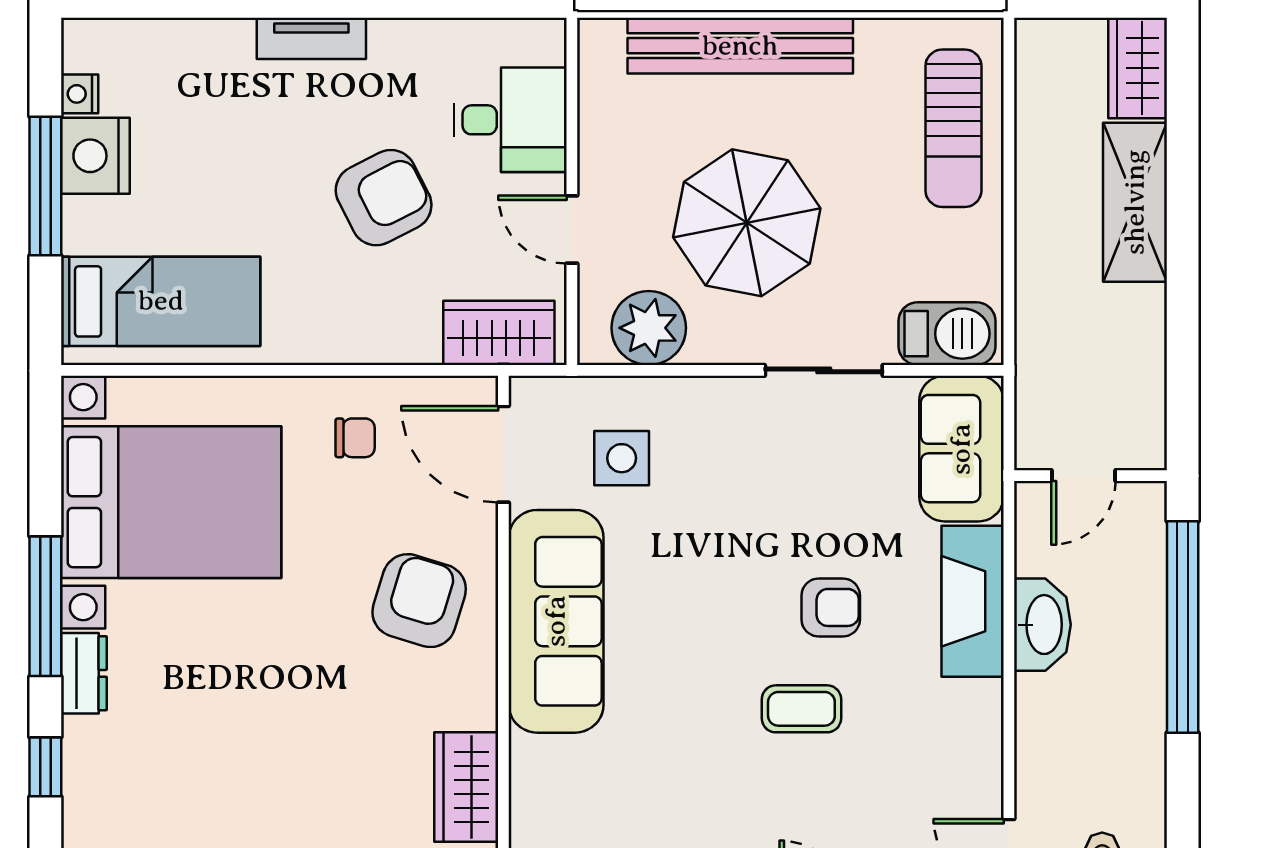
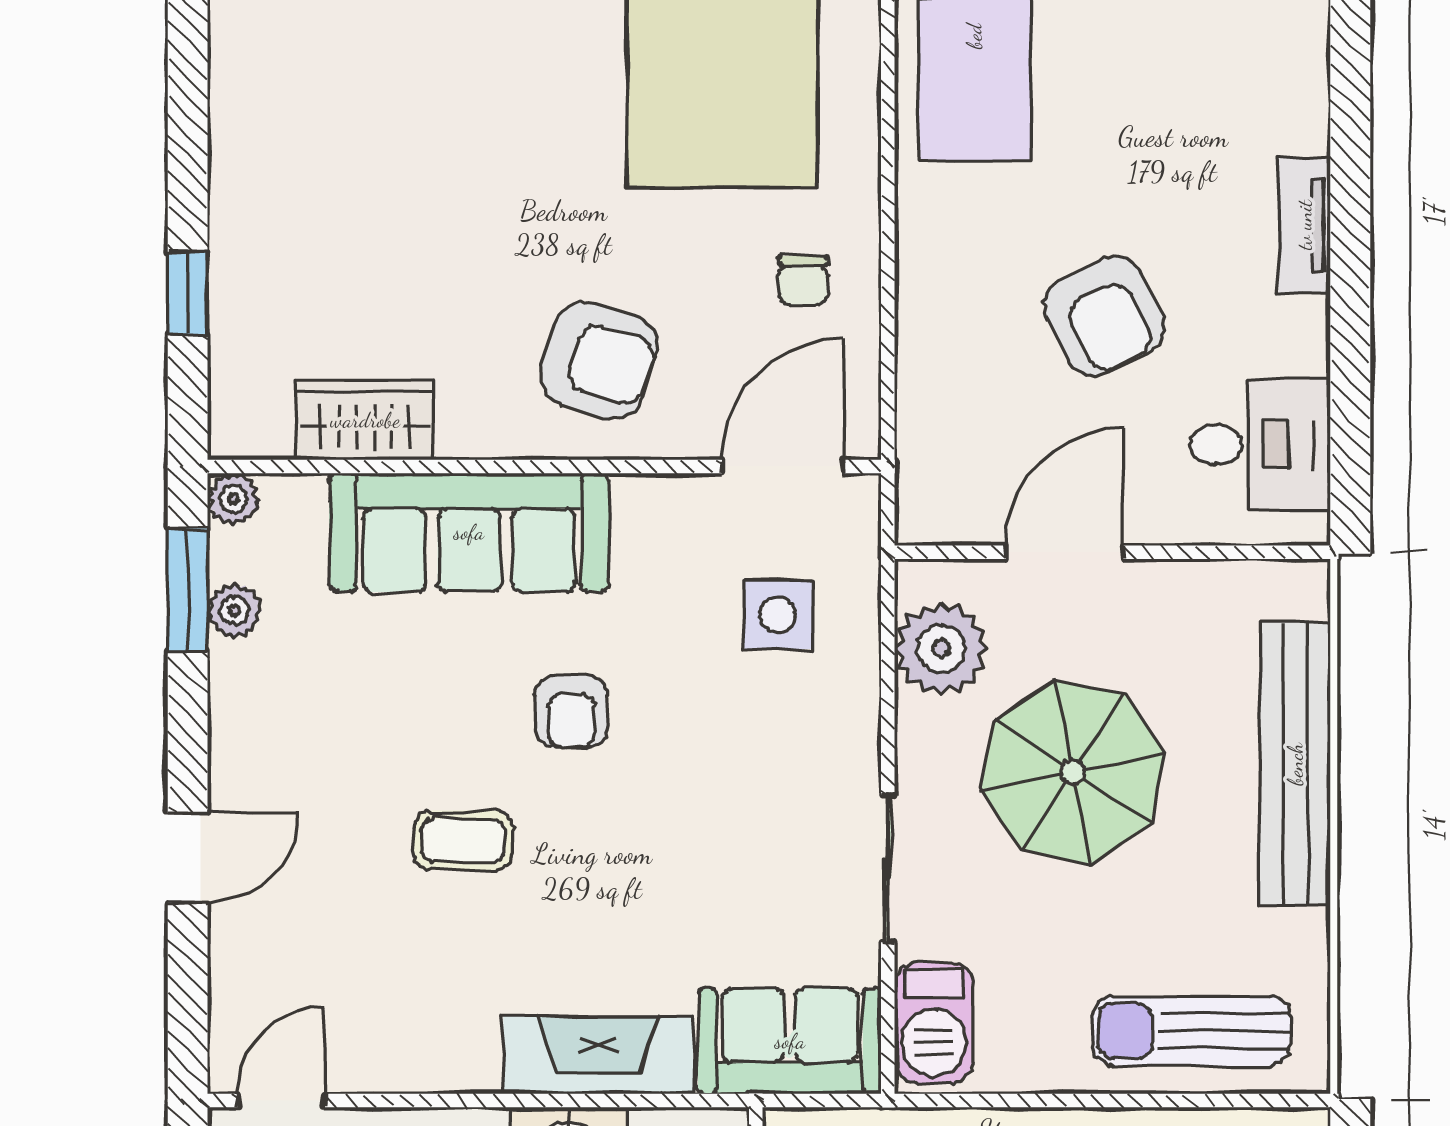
desk: (510, 120) -> (1260, 444), moved, turned -90
door: (572, 230) -> (1065, 552), width x1.38
wardrobe: (499, 333) -> (935, 461), removed
armchair: (831, 607) -> (571, 711), moved
sofa: (556, 621) -> (469, 532), moved
coffee table: (801, 709) -> (463, 840), turned 90

